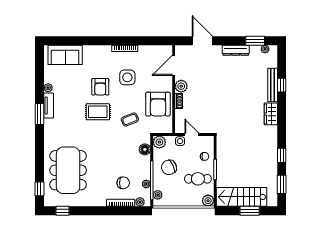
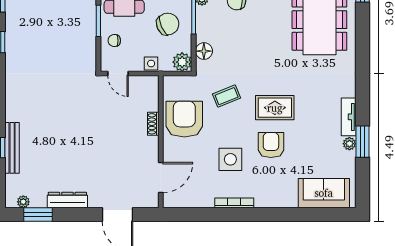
plant: (181, 86) -> (149, 146), removed
window: (39, 114) -> (363, 142), moved
wardrobe: (271, 114) -> (15, 104), removed
door: (192, 134) -> (118, 73), moved

